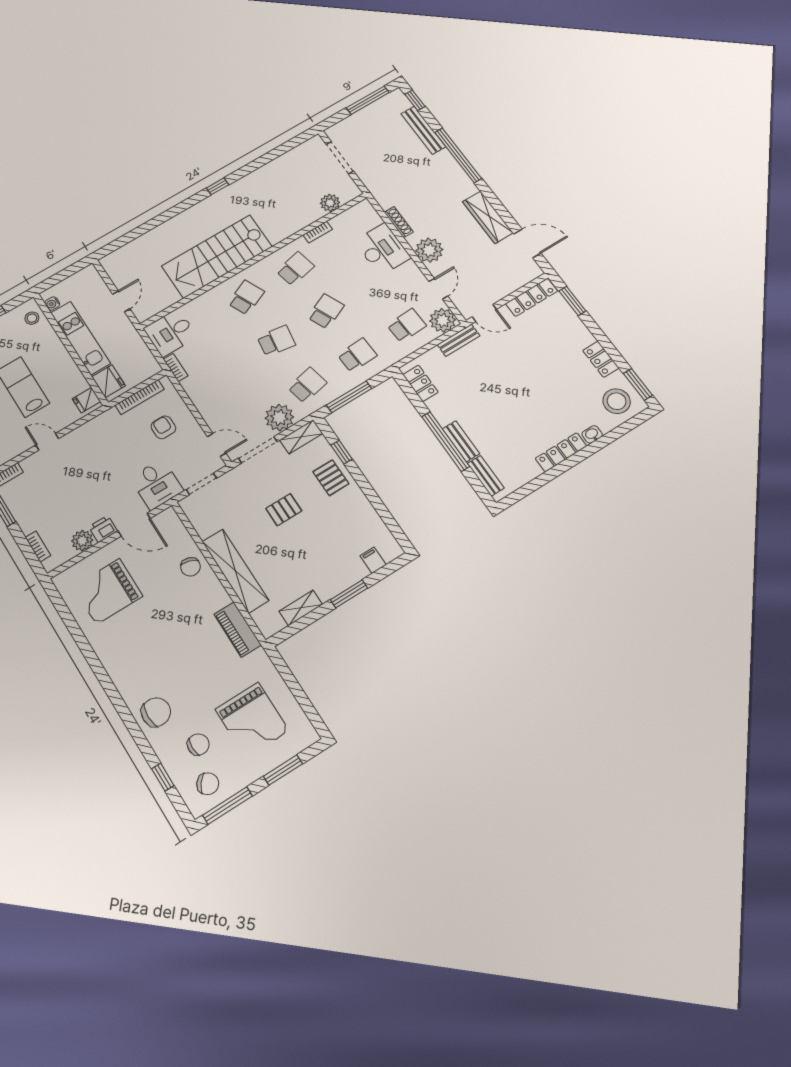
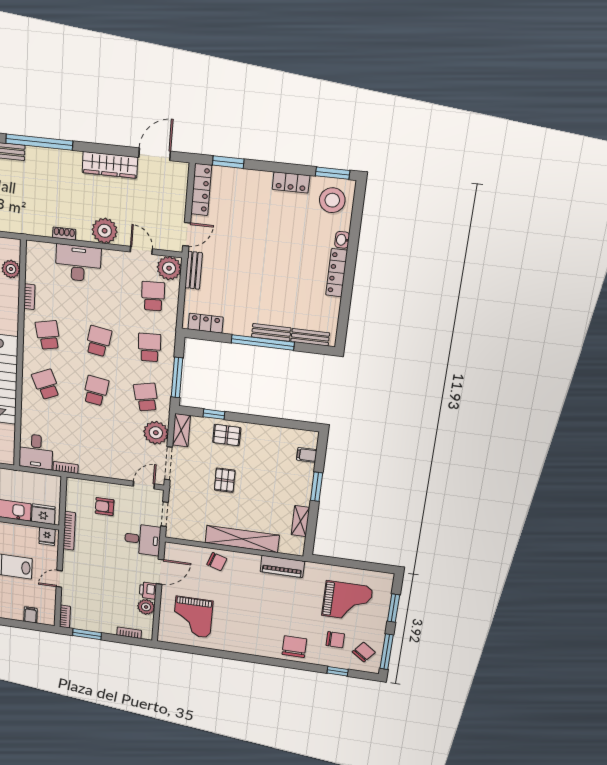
shoe rack: (399, 222) -> (64, 233), width x0.70
school desk: (326, 311) -> (99, 341), turned 33
bookcase: (140, 397) -> (69, 531), moved
chair: (198, 744) -> (335, 640), turned 90

